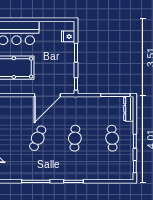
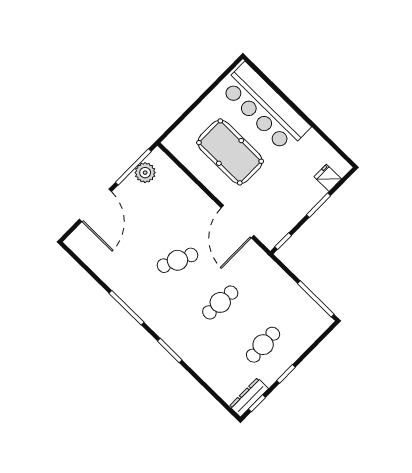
door: (47, 95) -> (237, 222), hinge flipped
dresser: (129, 109) -> (249, 397), moved

